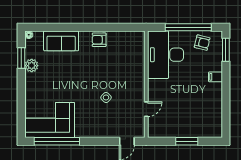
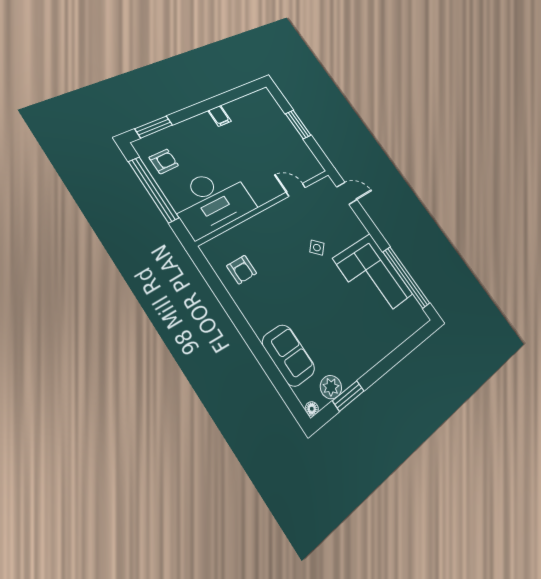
armchair: (99, 40) -> (242, 270), moved
armchair: (202, 43) -> (164, 161), turned 75
plant: (32, 66) -> (331, 387), moved
filing cabinet: (216, 77) -> (220, 116), moved
corner sofa: (50, 120) -> (373, 276), moved

